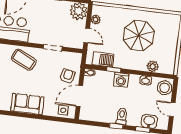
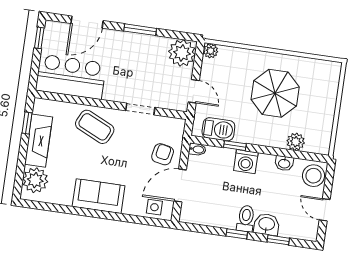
plant: (96, 20) -> (211, 51), moved
washbasin: (149, 121) -> (267, 224), moved

